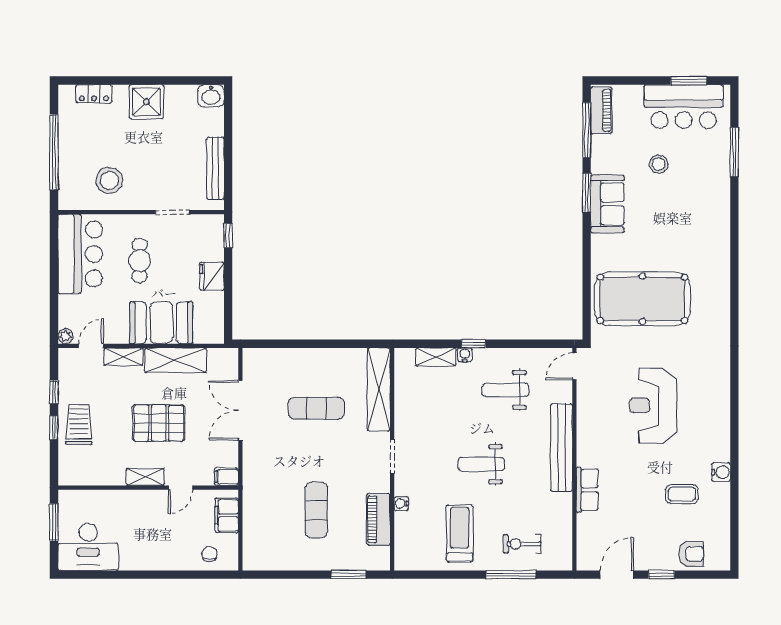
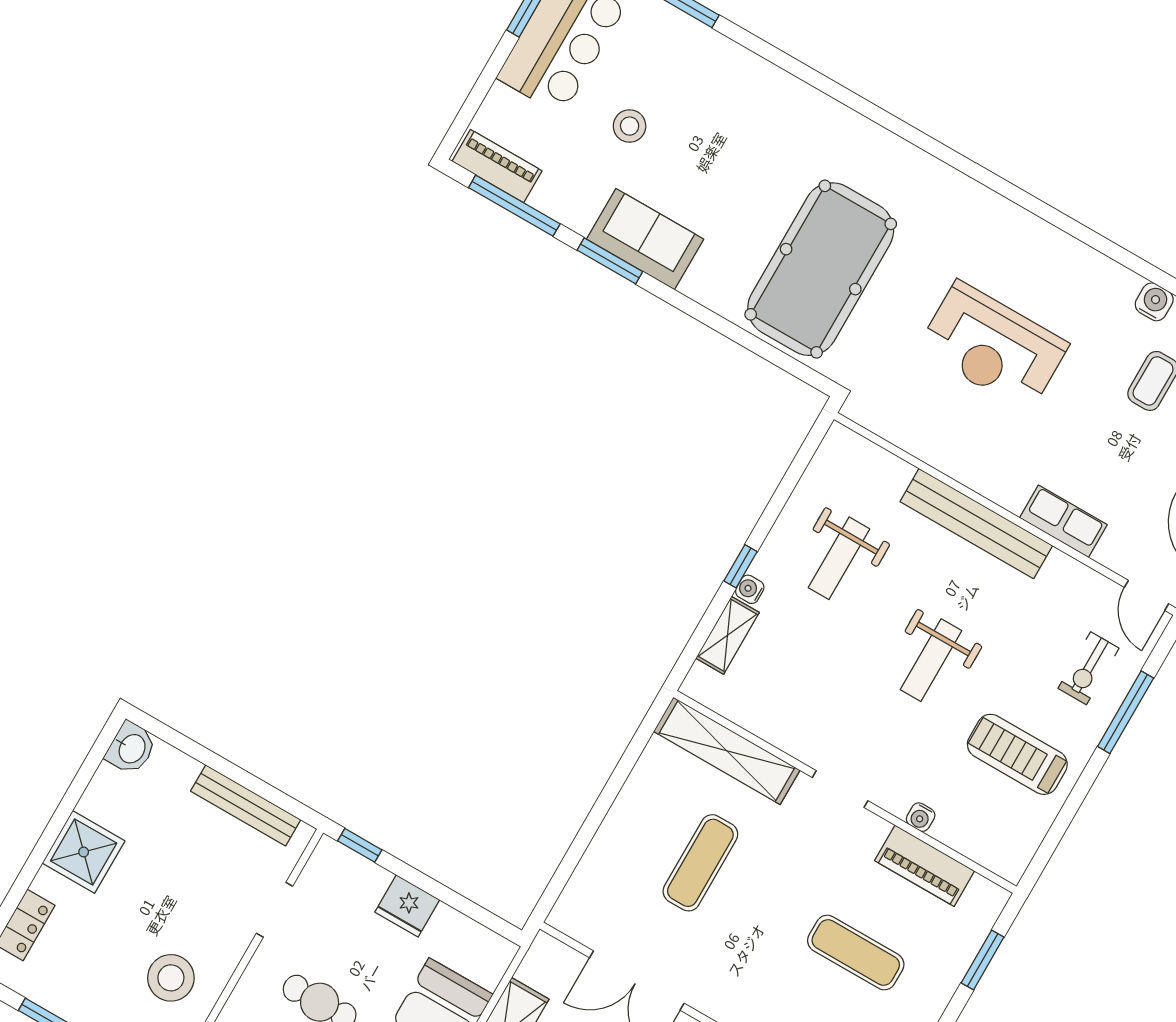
door: (574, 366) -> (1147, 595), moved

